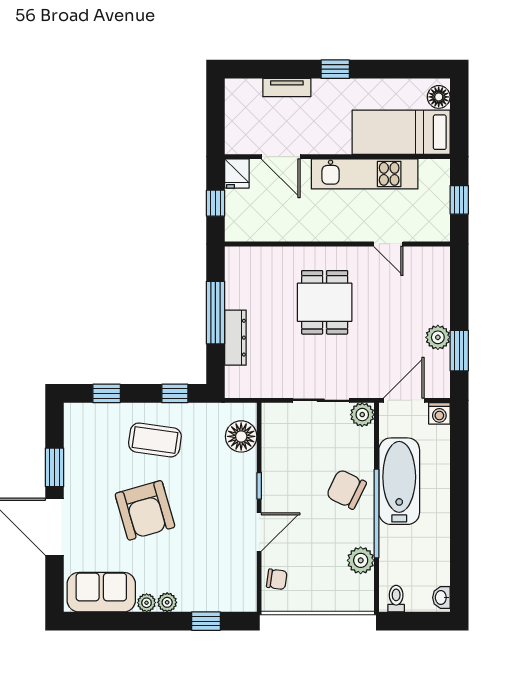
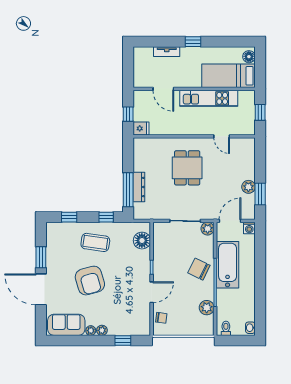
fridge: (237, 173) -> (141, 128), moved, turned -90
window: (215, 313) -> (128, 190), moved

